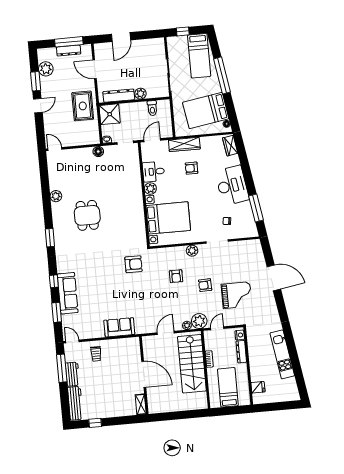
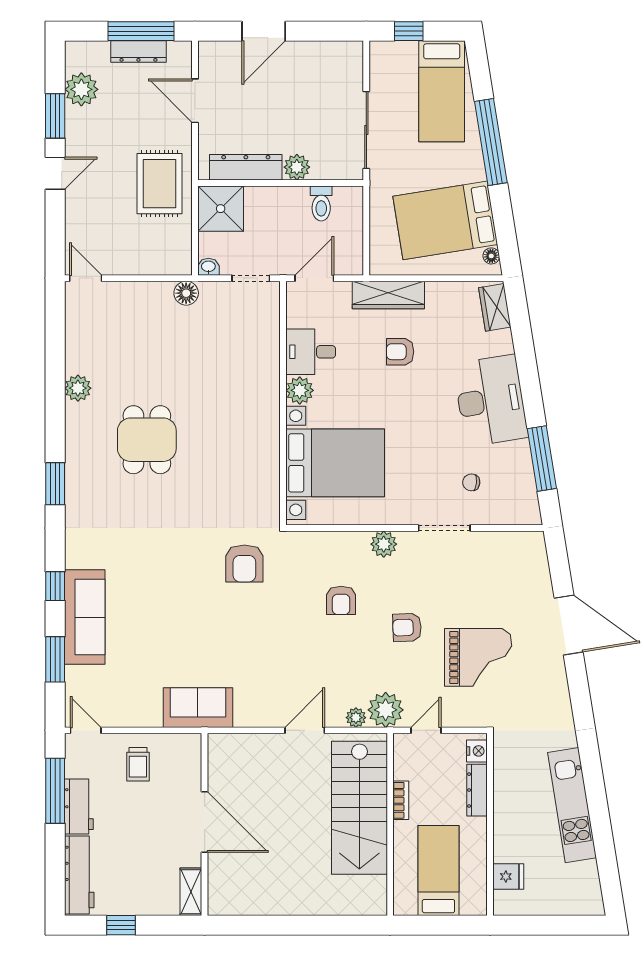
armchair: (133, 264) -> (244, 563), turned 90
door: (144, 374) -> (205, 822), moved
wall: (144, 375) -> (205, 824), moved
shelving: (141, 404) -> (191, 892), moved

